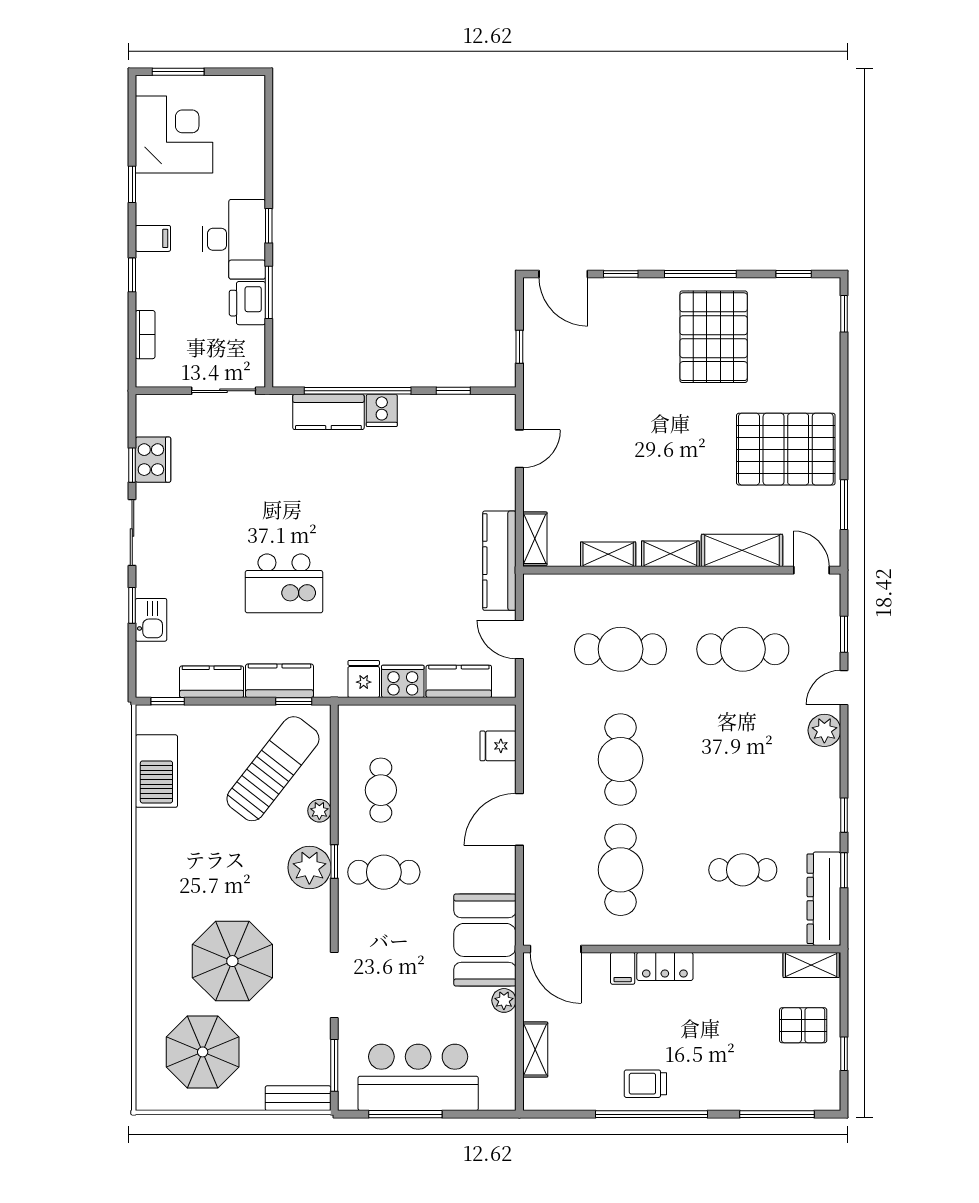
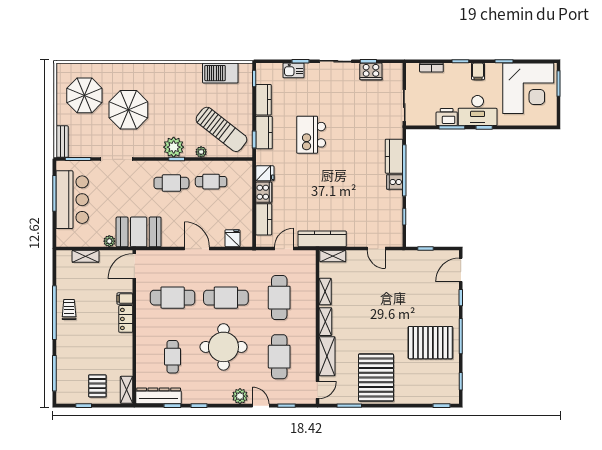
corner desk: (174, 135) -> (528, 88), width x1.36, depth x1.36
round table: (723, 764) -> (223, 347), added
cafe table: (384, 872) -> (171, 183), turned 90

